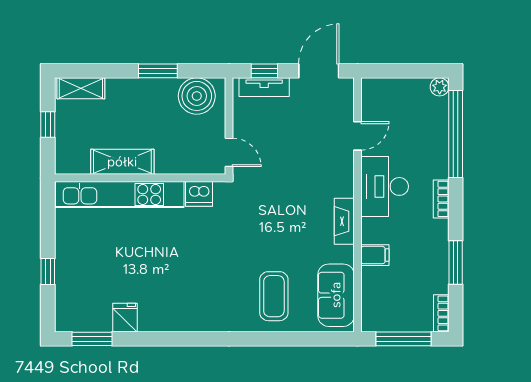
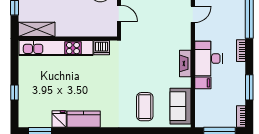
door: (229, 152) -> (119, 13), moved
shelving: (122, 162) -> (37, 29), moved
desk: (385, 186) -> (208, 59), moved
kitchen counter: (168, 318) -> (84, 119), added

